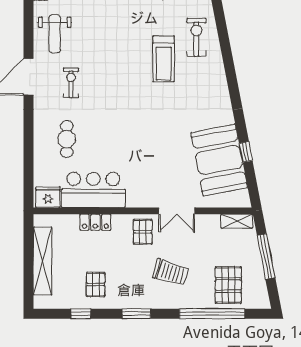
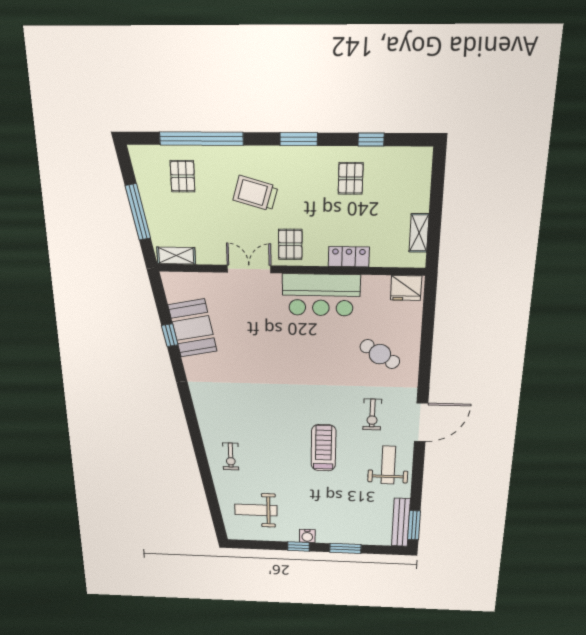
exercise bike: (196, 37) -> (231, 456), width x0.73, depth x0.72
treadmill: (164, 59) -> (323, 448), moved
cafe table: (67, 139) -> (380, 354), turned -58
booth: (219, 160) -> (193, 328), width x0.73, depth x0.70
bar counter: (93, 190) -> (321, 295), moved
shelving: (43, 261) -> (419, 233), width x0.45, depth x0.75
pallet: (228, 285) -> (182, 176), width x0.67, depth x0.71

